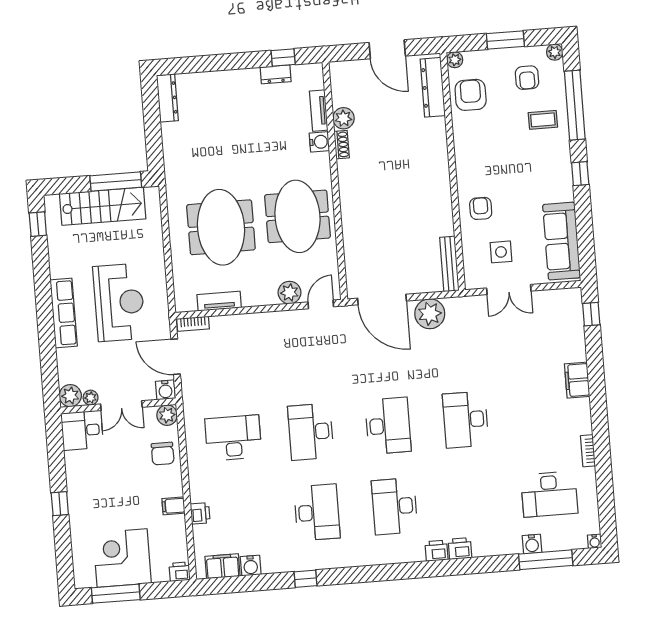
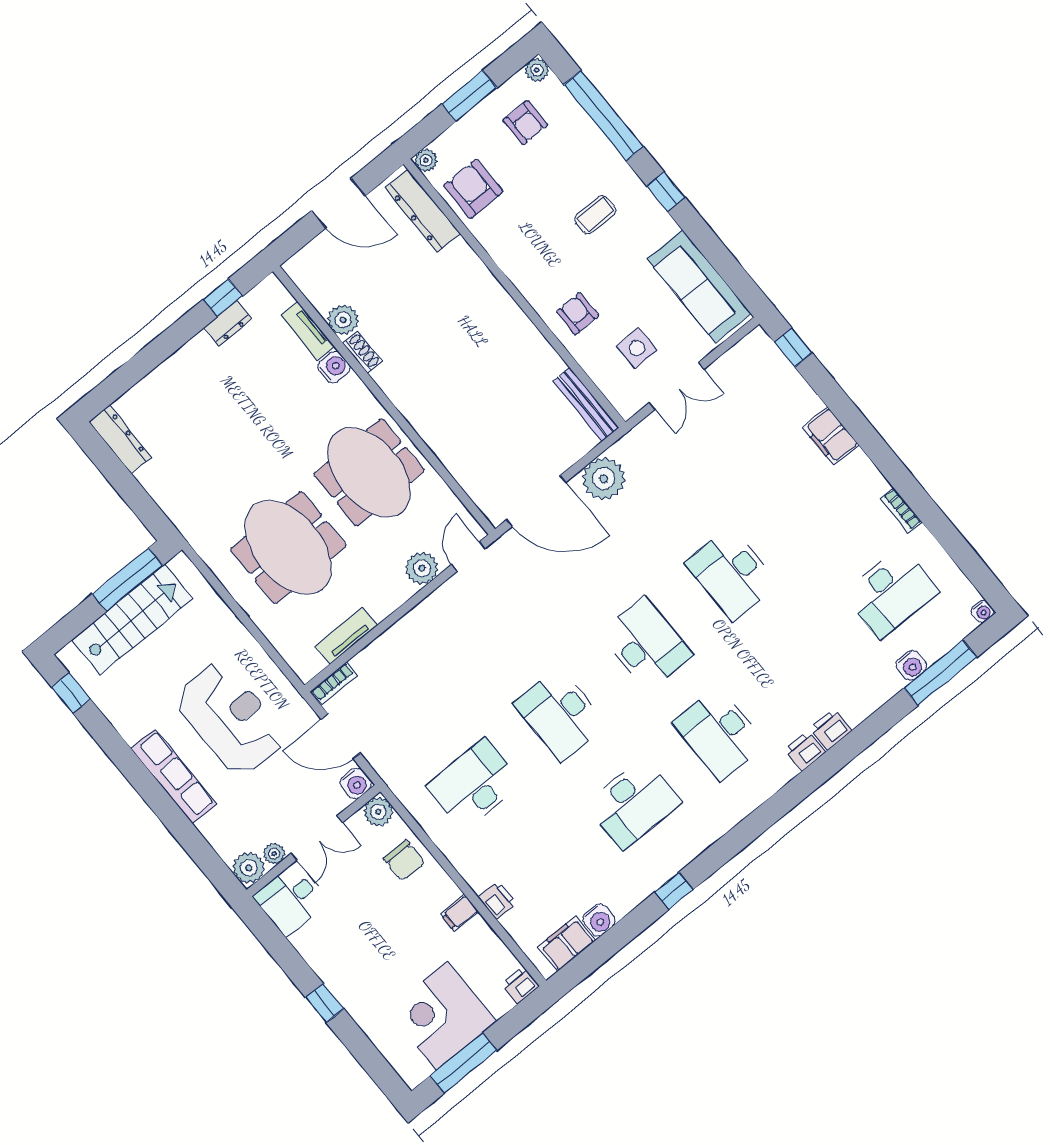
coffee table: (543, 120) -> (595, 215), moved
desk: (317, 512) -> (633, 804), turned 90

